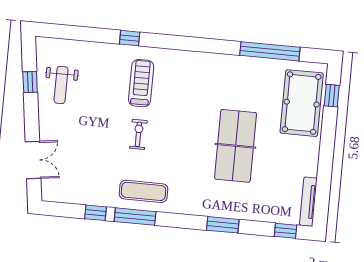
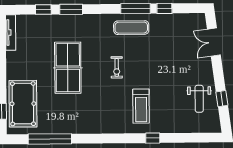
weight bench: (61, 85) -> (199, 99), turned 180
exercise bike: (138, 134) -> (117, 67), moved
window: (286, 231) -> (43, 10), moved

